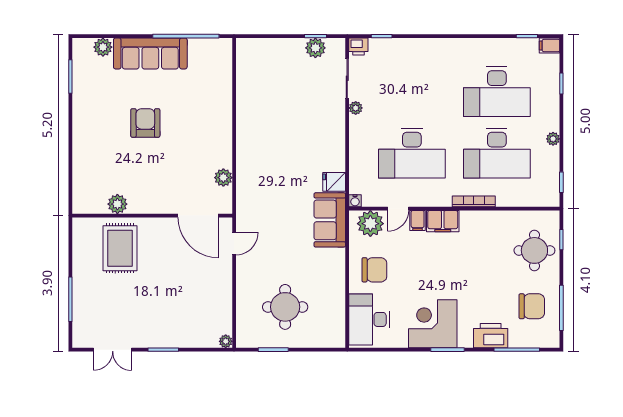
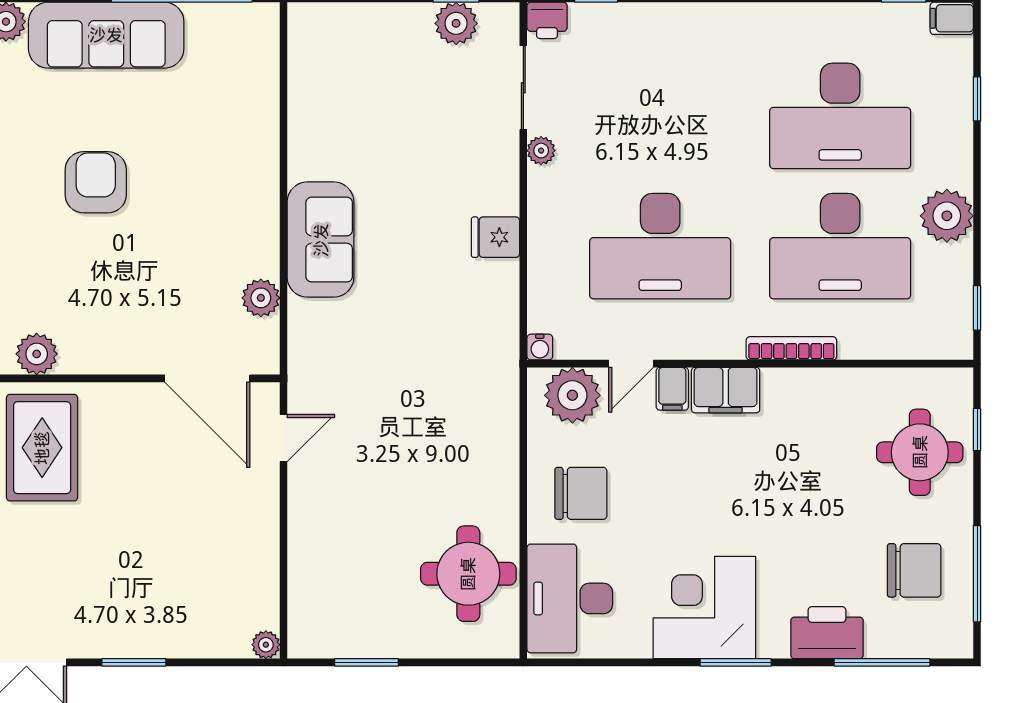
plant: (553, 139) -> (947, 216), width x1.88, depth x1.88
fridge: (334, 182) -> (496, 237), moved
sofa: (330, 220) -> (321, 240), moved, turned 180
round table: (285, 307) -> (468, 574), moved

